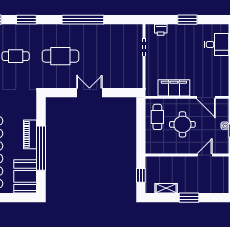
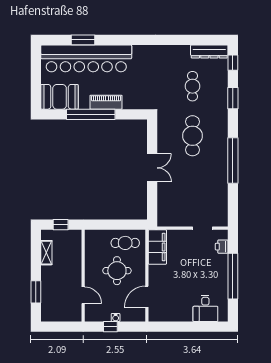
window: (187, 20) -> (233, 276), width x2.11
filing cabinet: (174, 88) -> (157, 247), moved
window: (189, 198) -> (36, 292), moved

